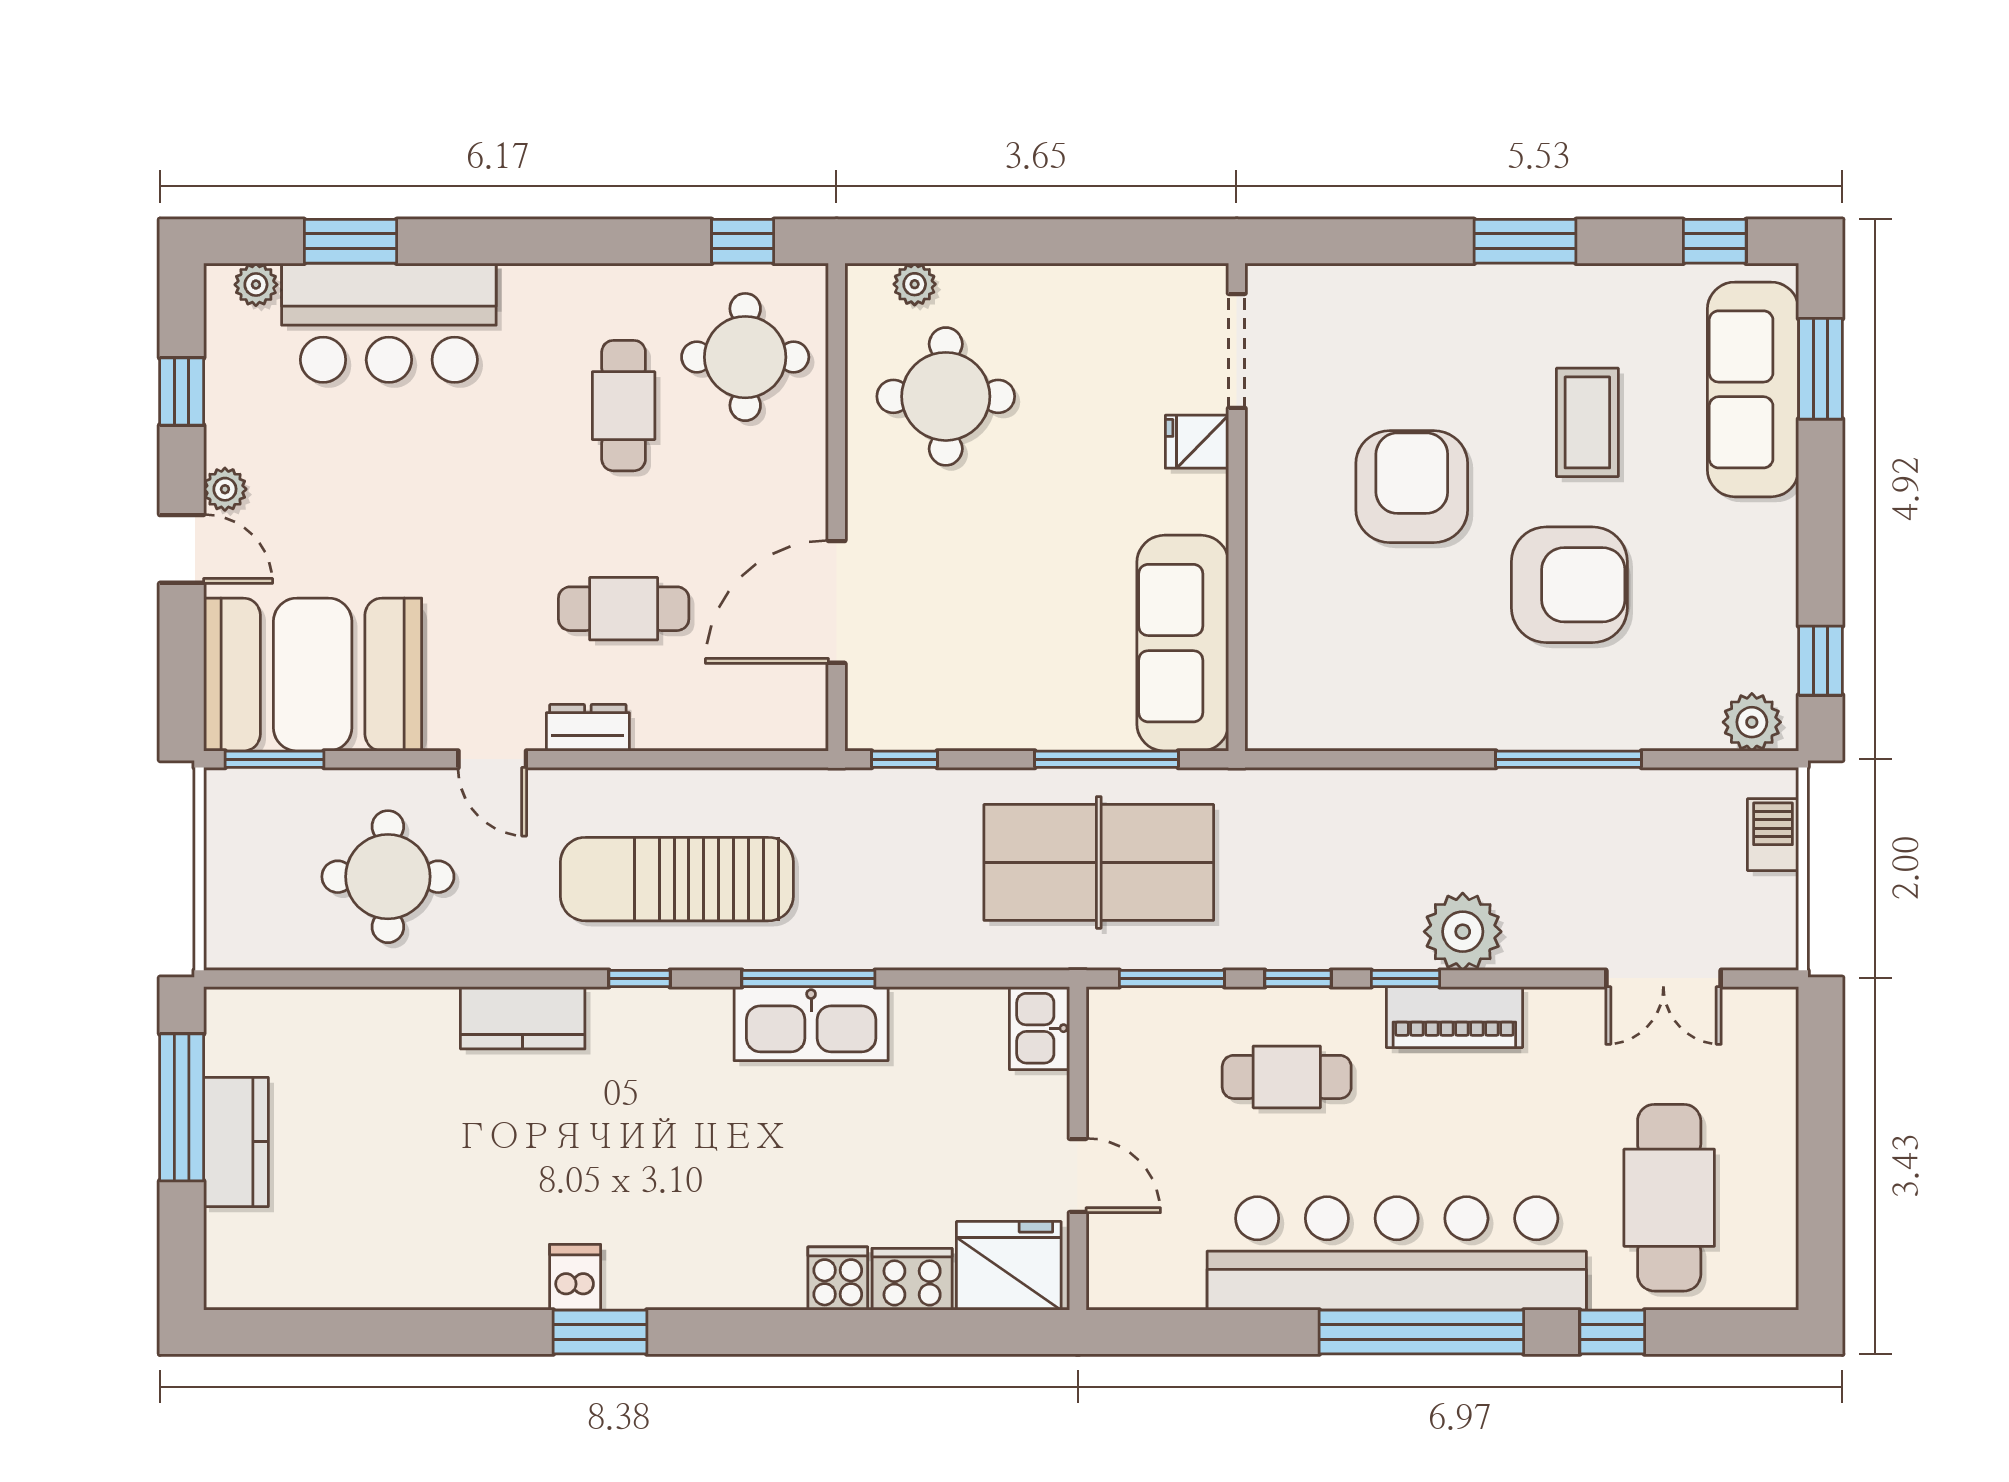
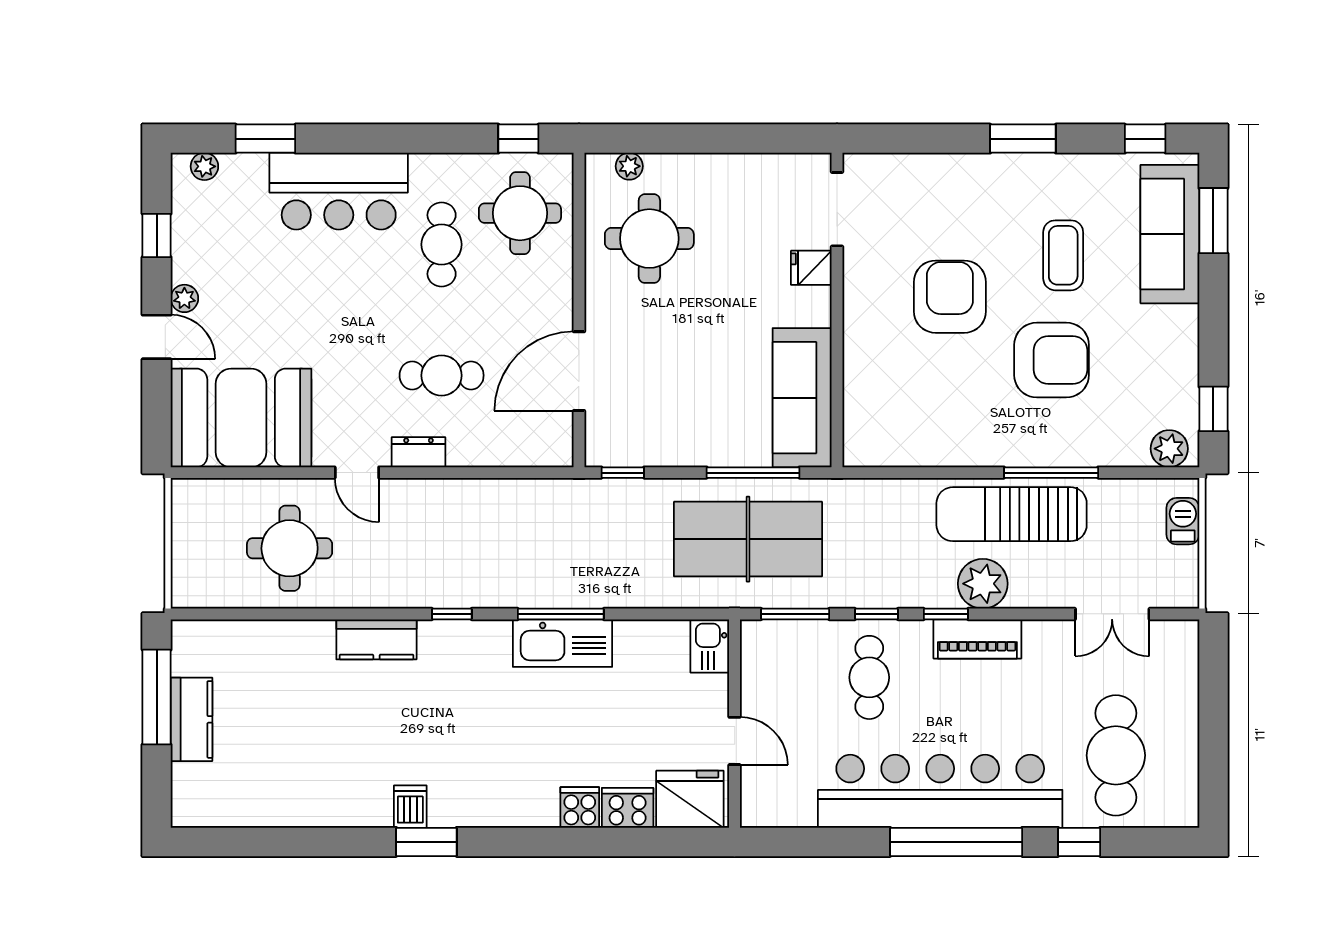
bar counter: (389, 323) -> (339, 191), moved
window: (274, 759) -> (216, 473), removed
sun lounger: (677, 879) -> (1012, 514), moved
cafe table: (1287, 1077) -> (869, 677), turned 90

